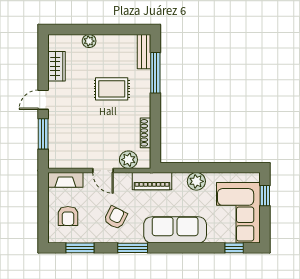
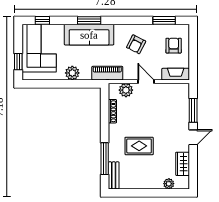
plant: (89, 41) -> (169, 184), moved
window: (133, 248) -> (89, 20), moved

